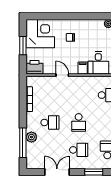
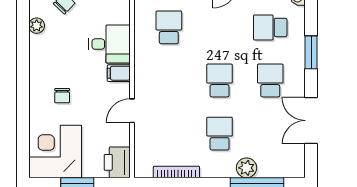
school desk: (79, 123) -> (220, 81), turned -90

